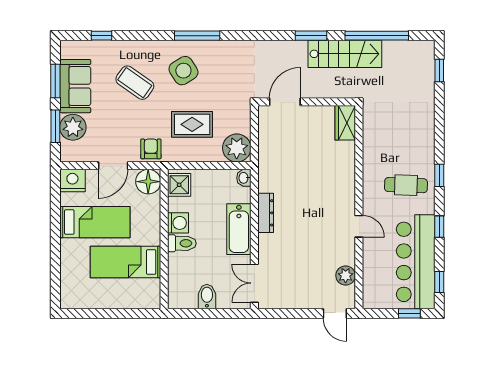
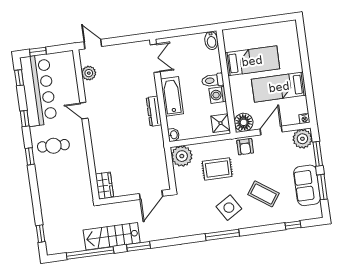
plant: (73, 127) -> (302, 139), moved
nightstand: (72, 180) -> (305, 119), width x0.53, depth x0.56
bidet: (207, 297) -> (211, 41), moved

